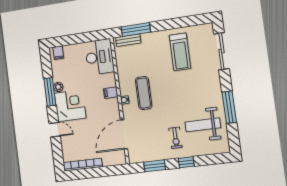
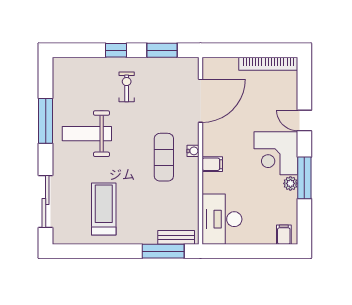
weight bench: (203, 125) -> (87, 134), moved, turned 180

